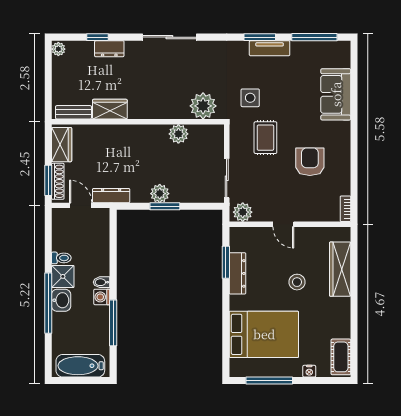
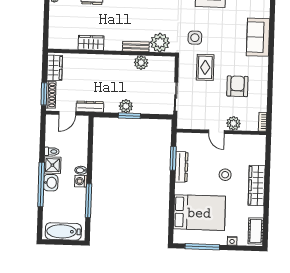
bench: (74, 112) -> (136, 47), moved
door: (81, 205) -> (67, 113), swing flipped
plant: (243, 212) -> (233, 123), moved
wardrobe: (340, 269) -> (257, 186), moved

